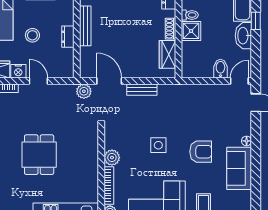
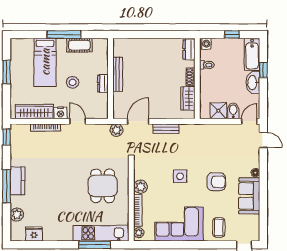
shower: (191, 31) -> (218, 111), moved
door: (109, 81) -> (138, 121), hinge flipped
dining table: (39, 155) -> (103, 186), moved

